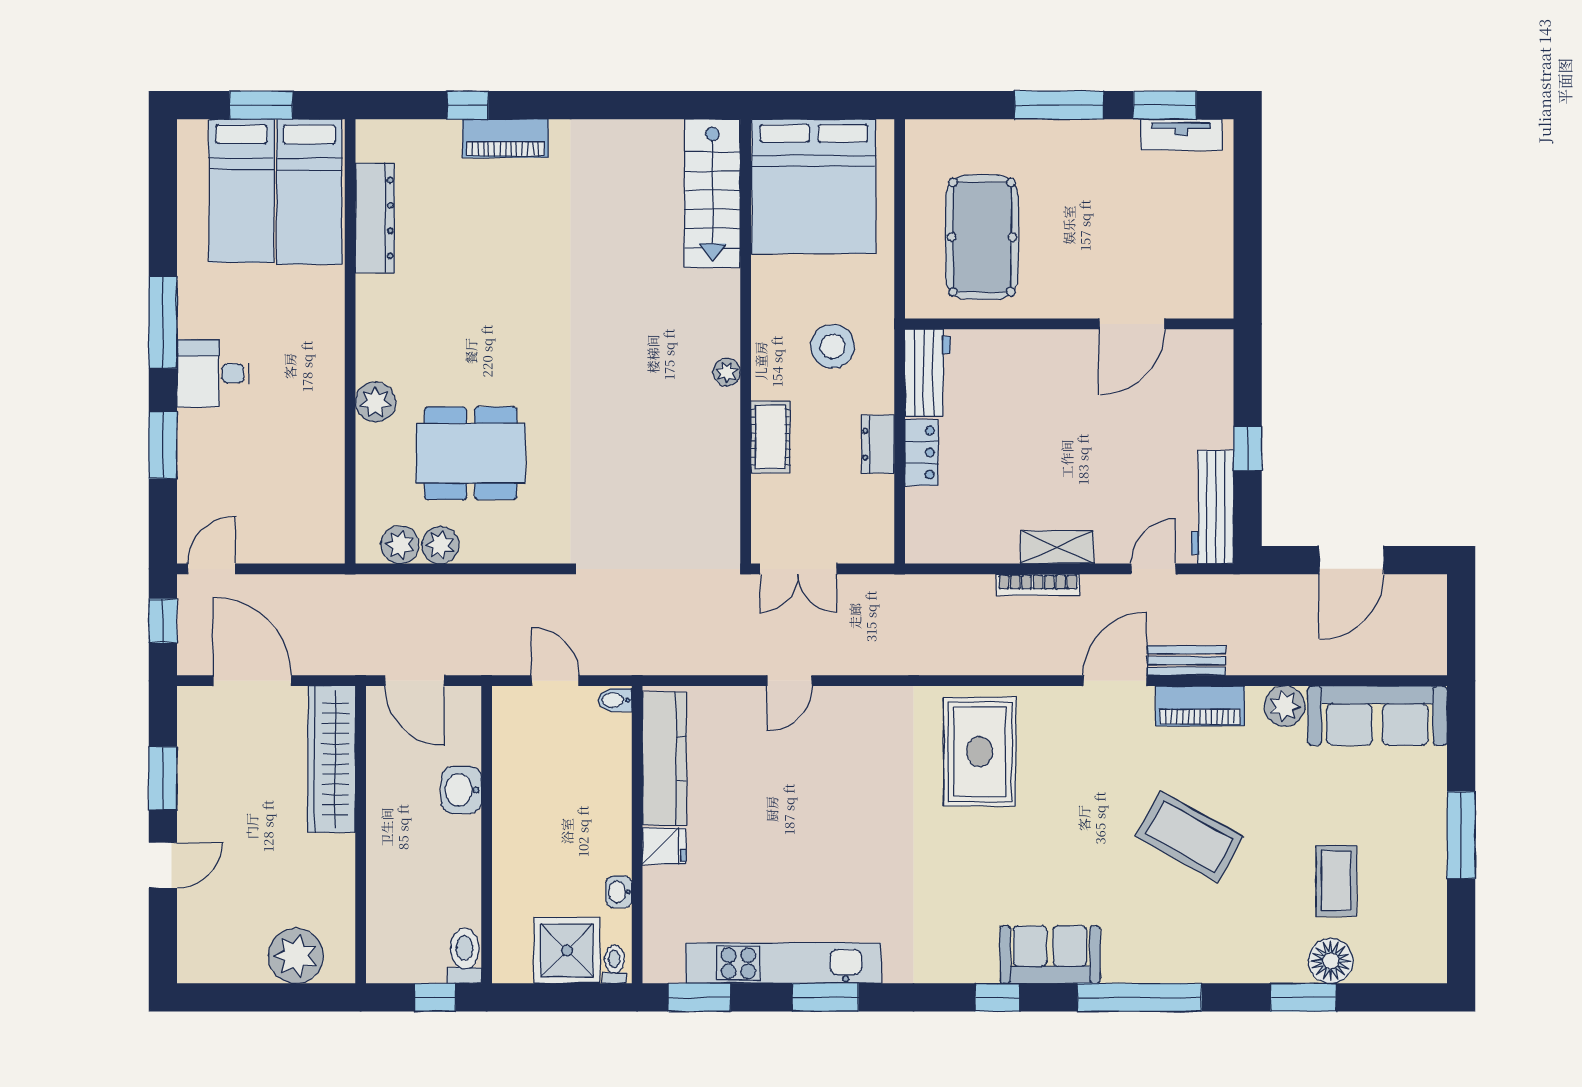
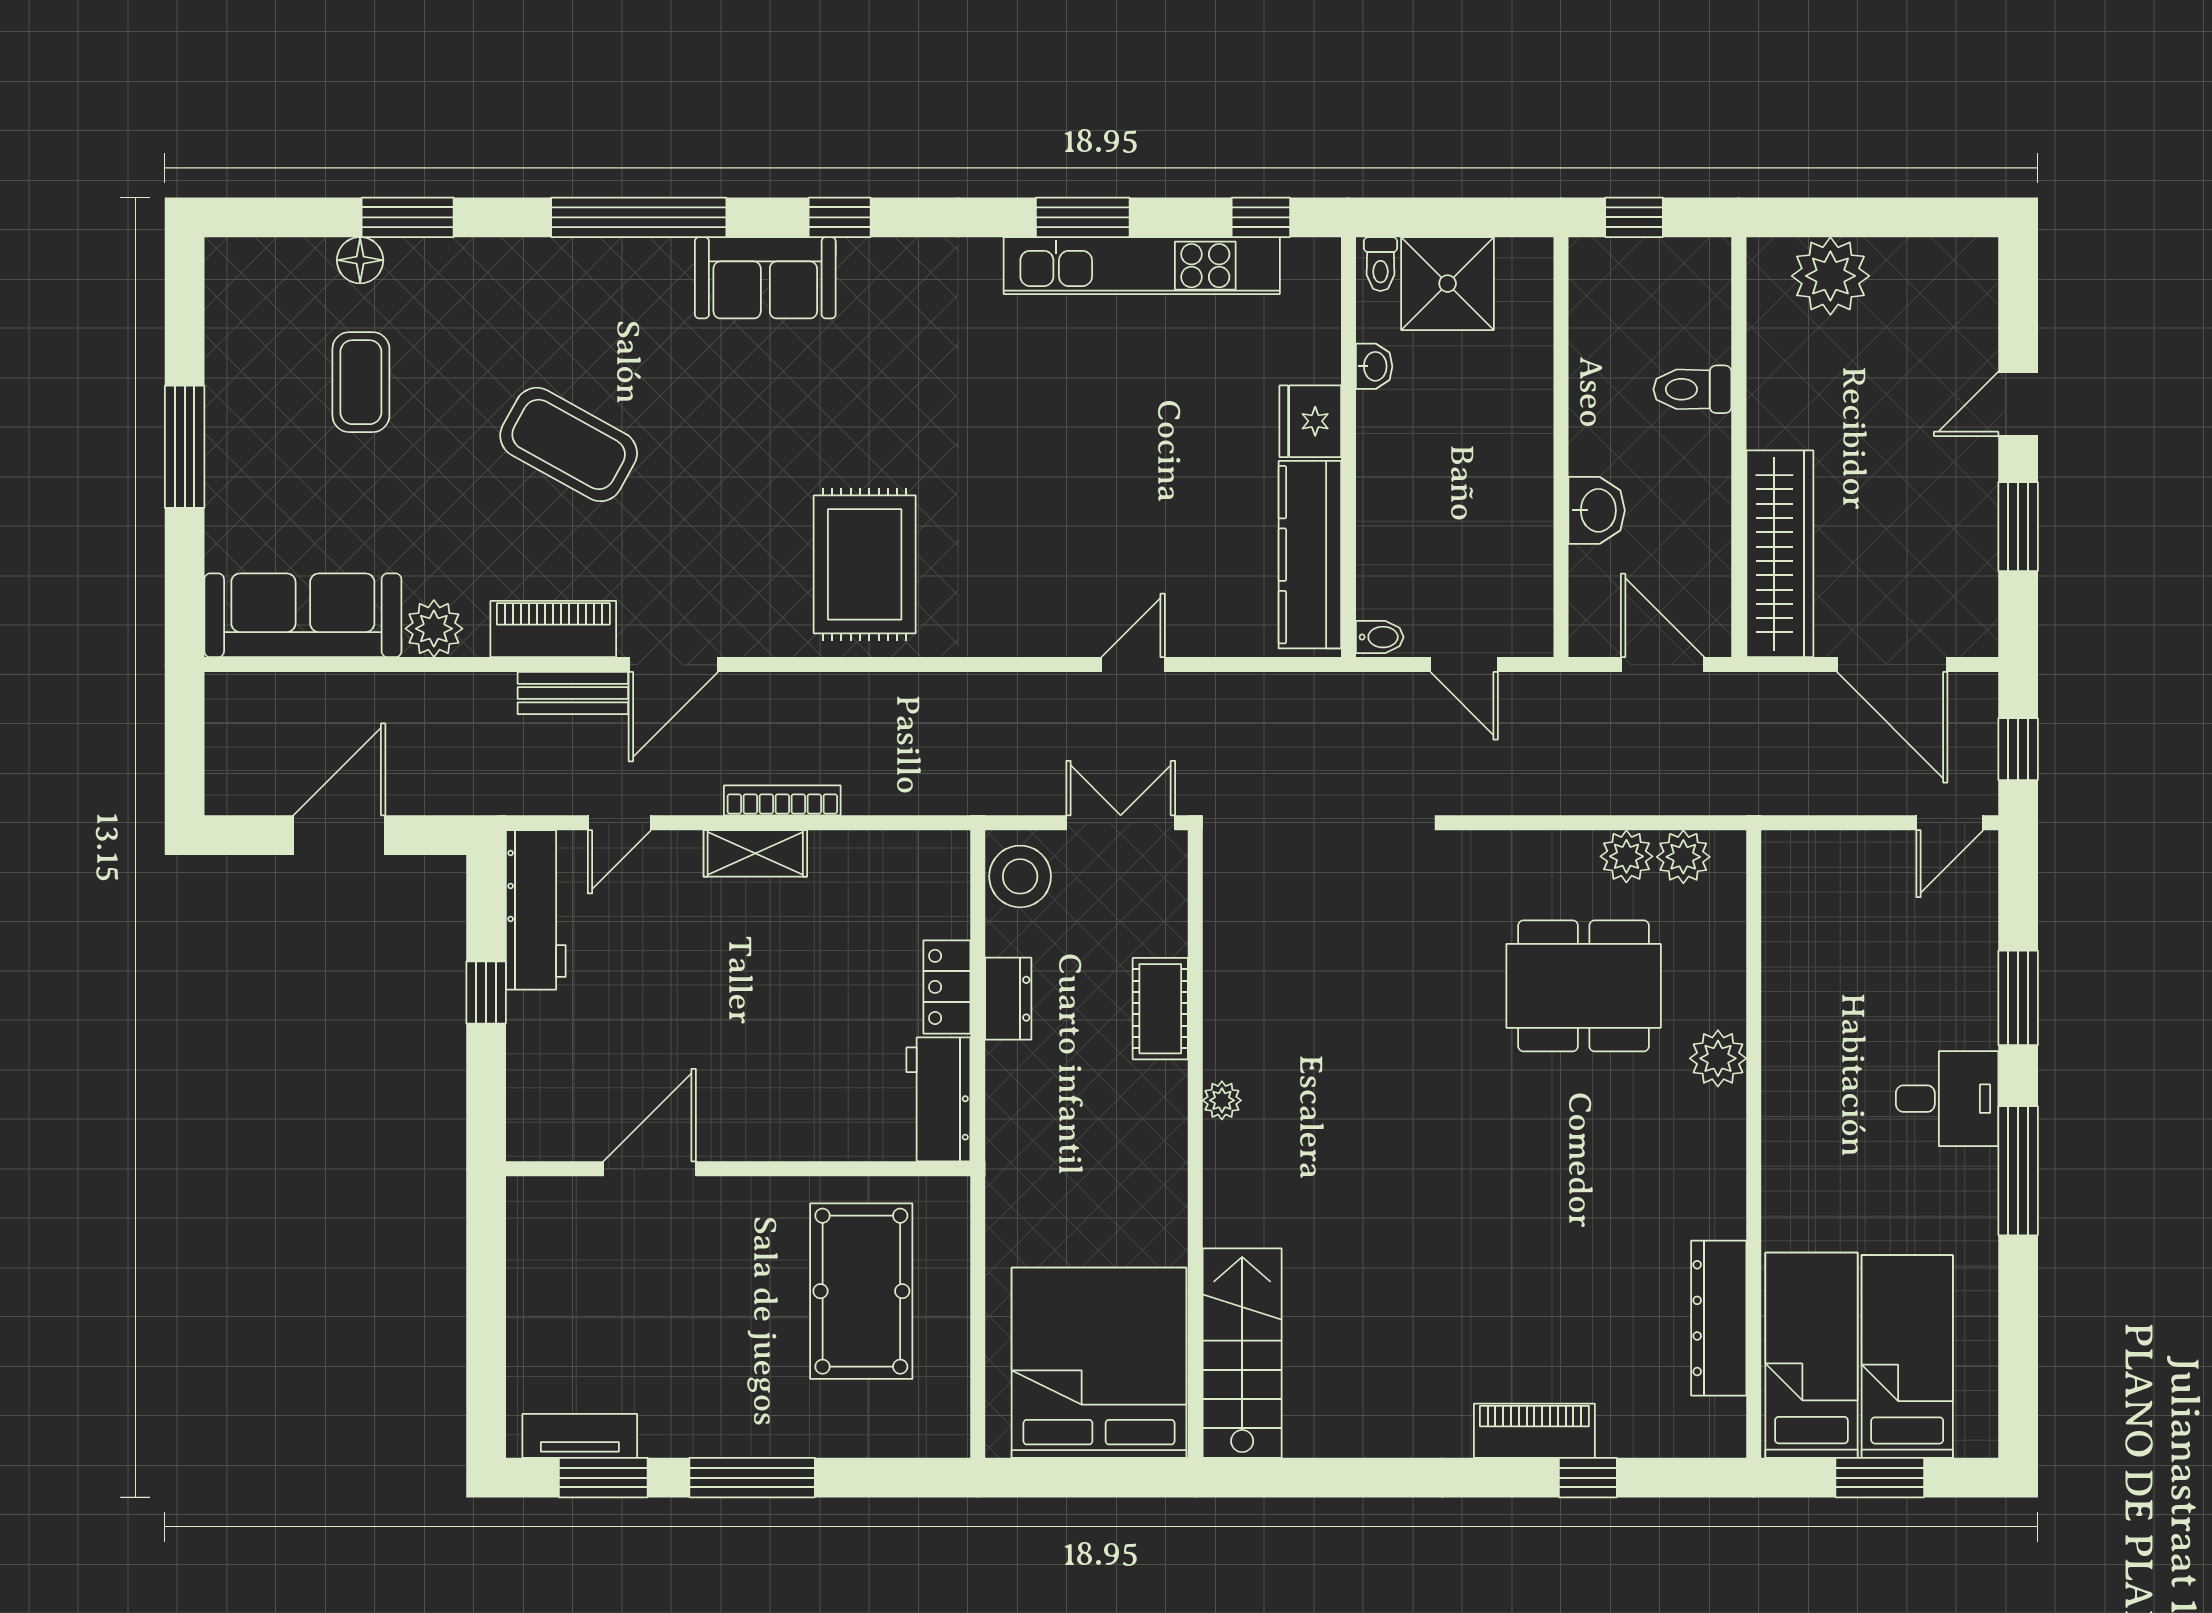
stool: (833, 346) -> (1020, 876), moved
fridge: (664, 846) -> (1310, 421), width x1.38
toilet: (465, 956) -> (1692, 389), moved, turned 90
floor lamp: (1331, 961) -> (360, 260), width x0.73, depth x0.73
window: (699, 997) -> (1261, 217), width x0.67

